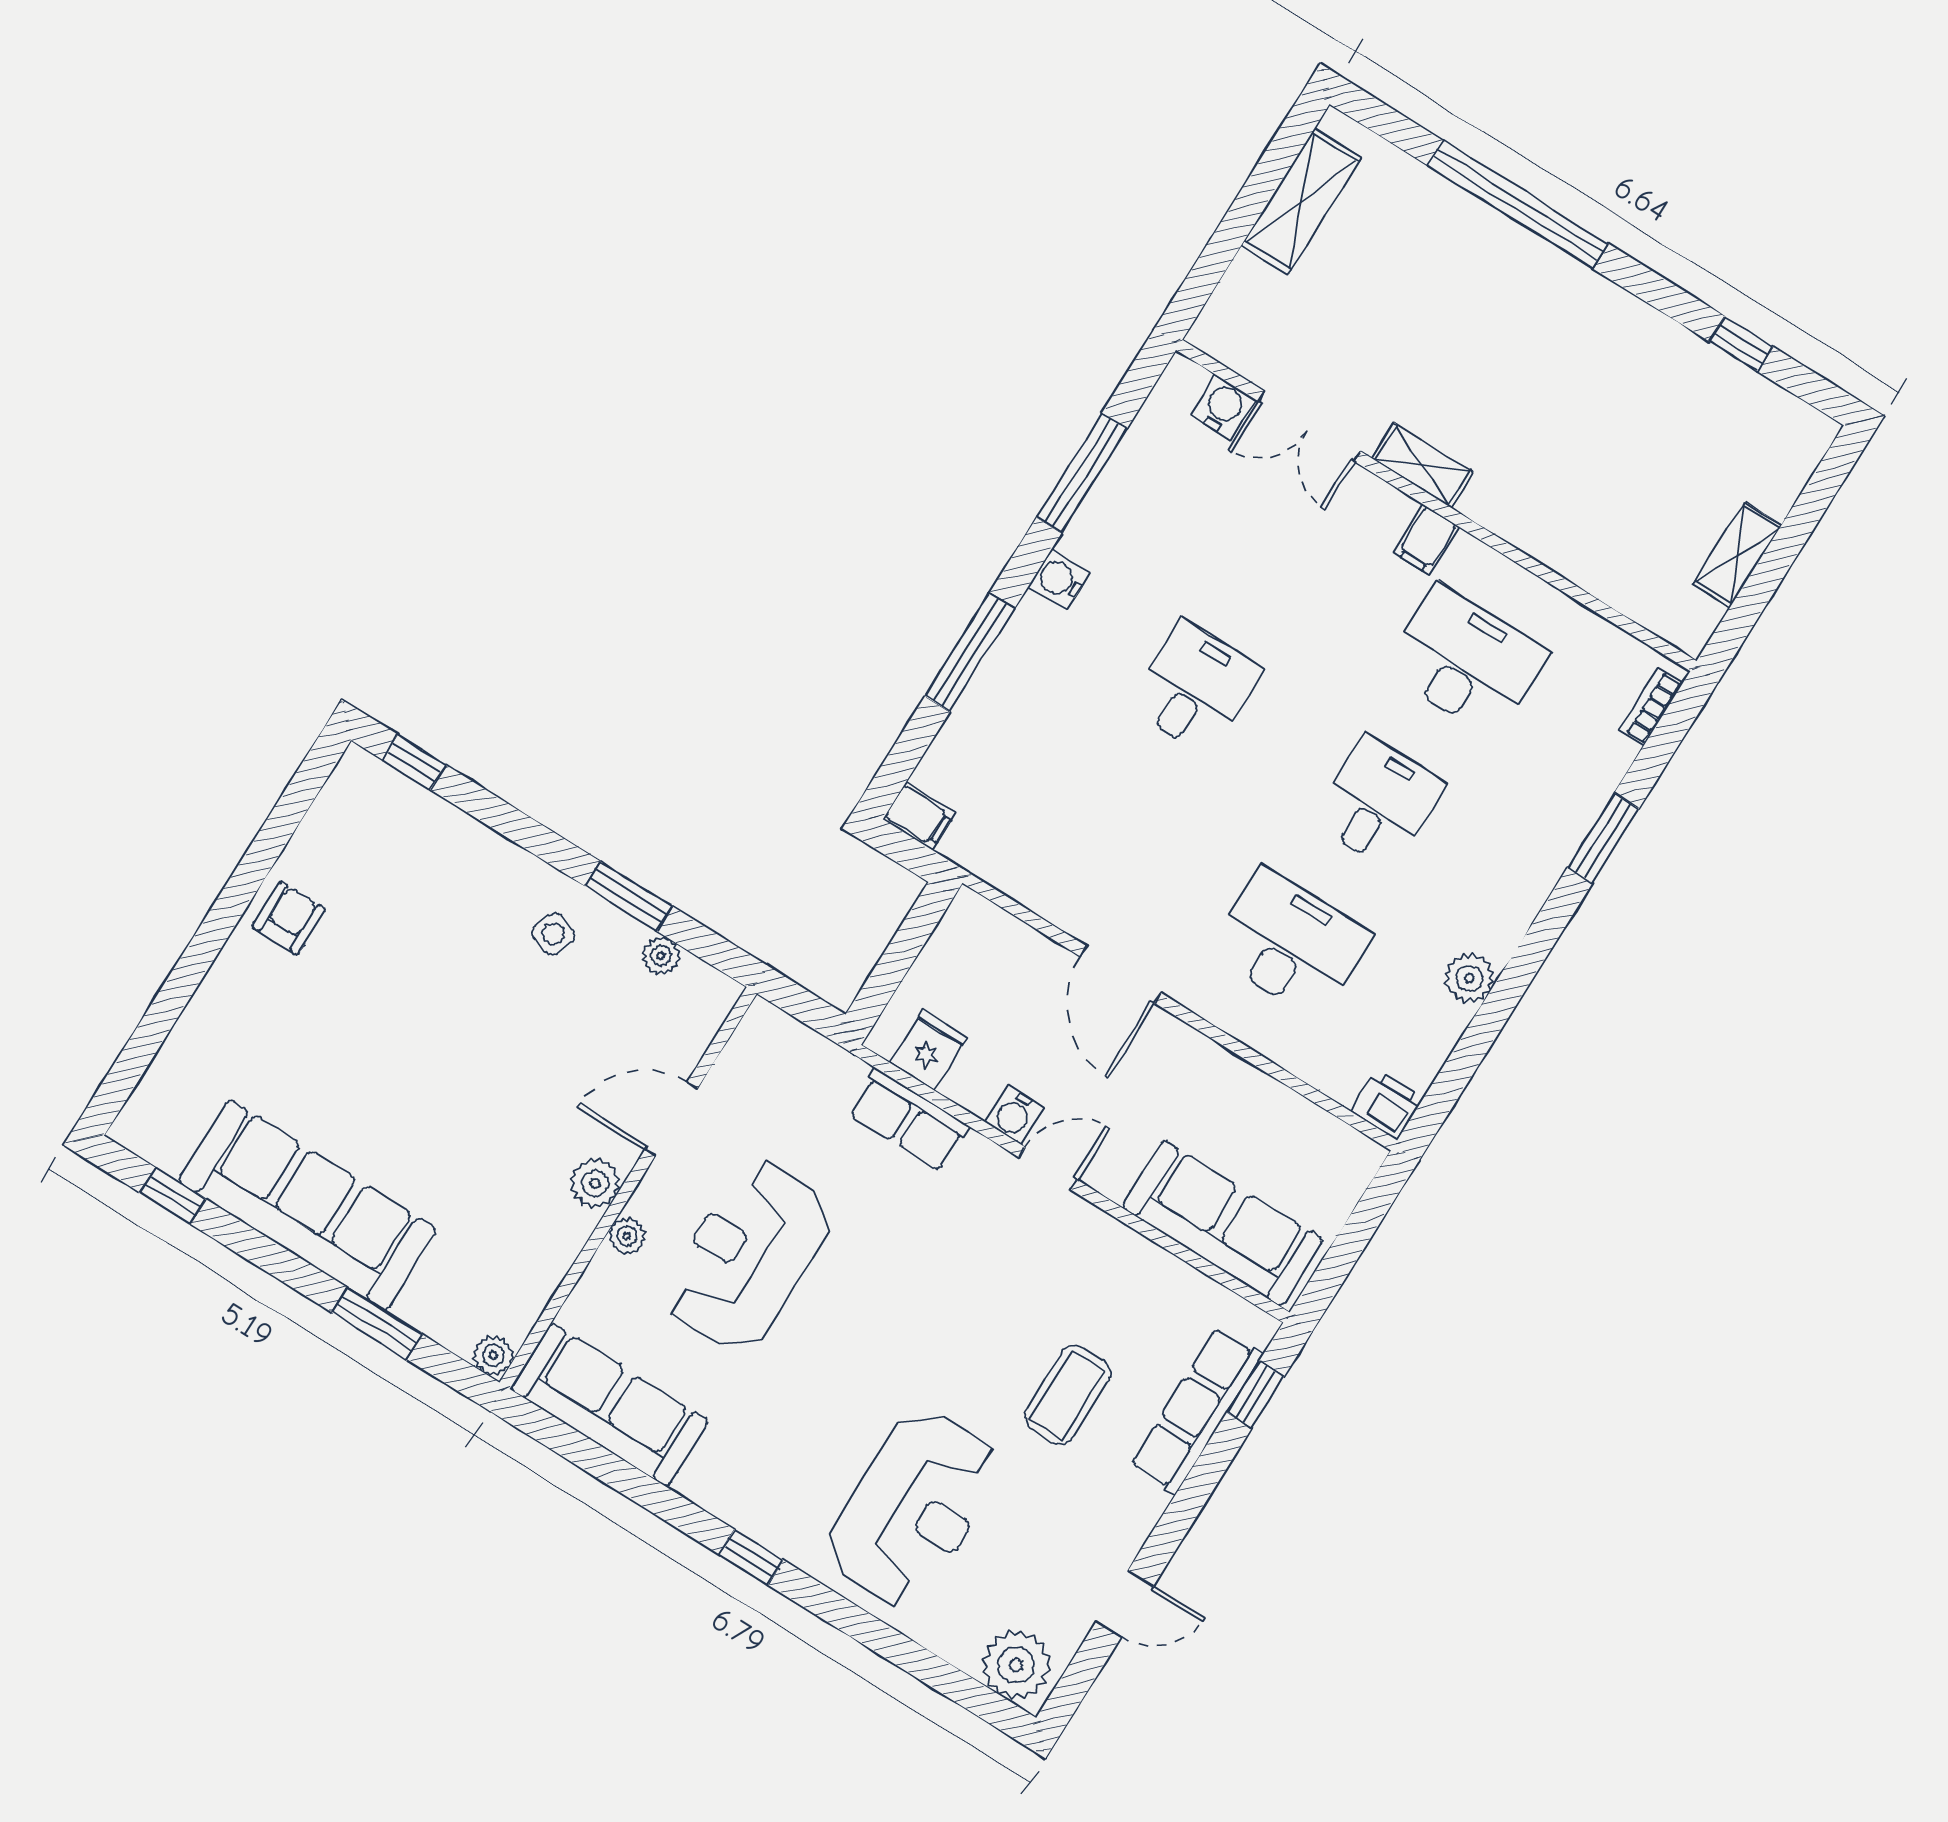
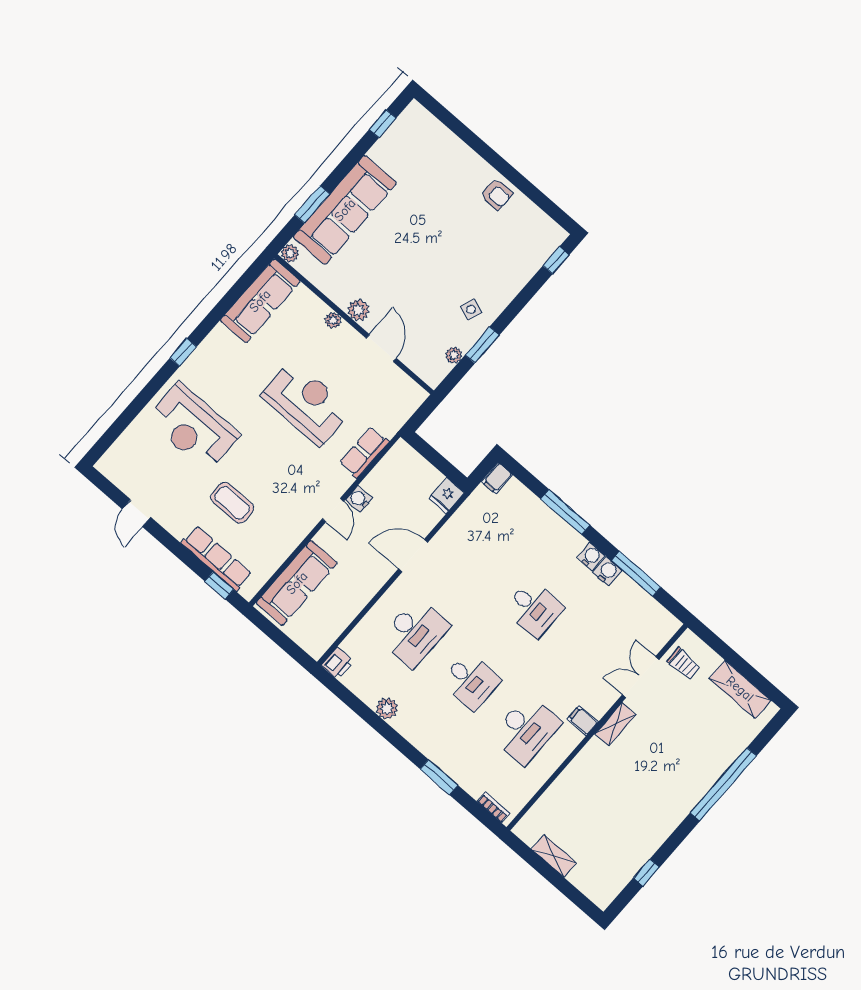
trolley: (1264, 335) -> (684, 664), added
water cooler: (1223, 407) -> (608, 572), moved, turned -90
fridge: (929, 1050) -> (447, 495), moved, turned 90
sofa: (308, 1205) -> (345, 210), moved
reception desk: (748, 1255) -> (306, 403), moved
plant: (1016, 1665) -> (117, 461), removed

